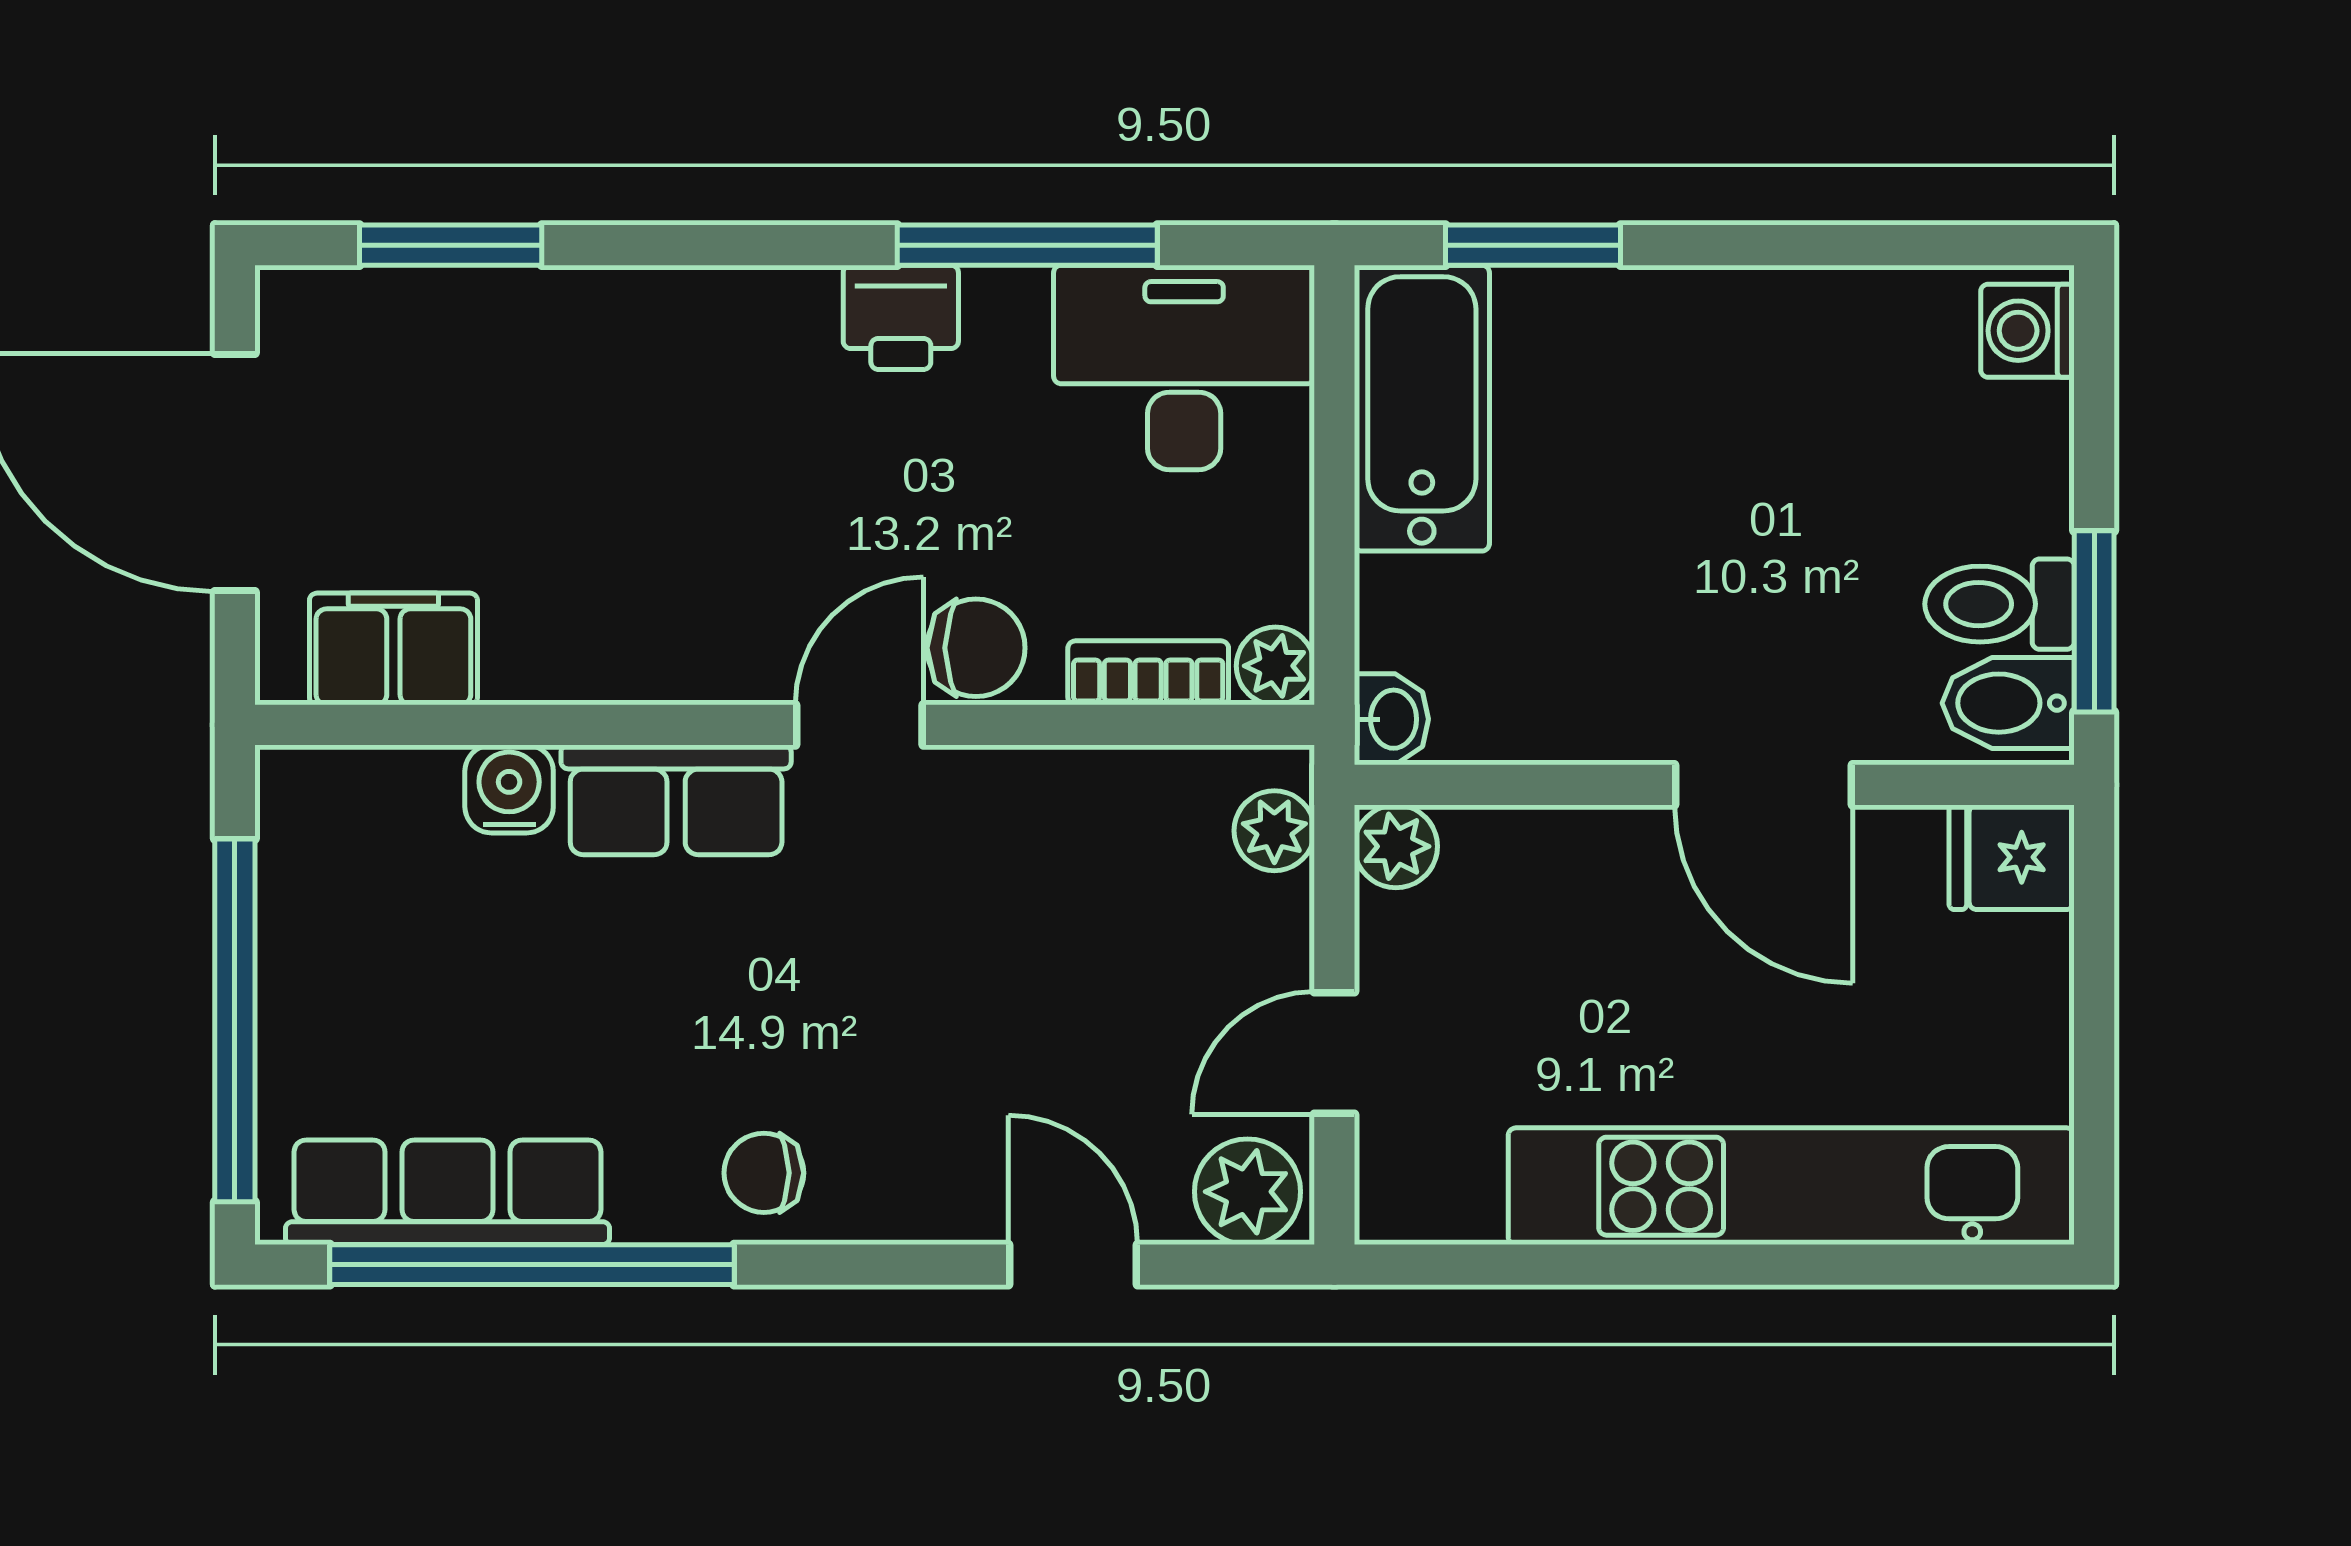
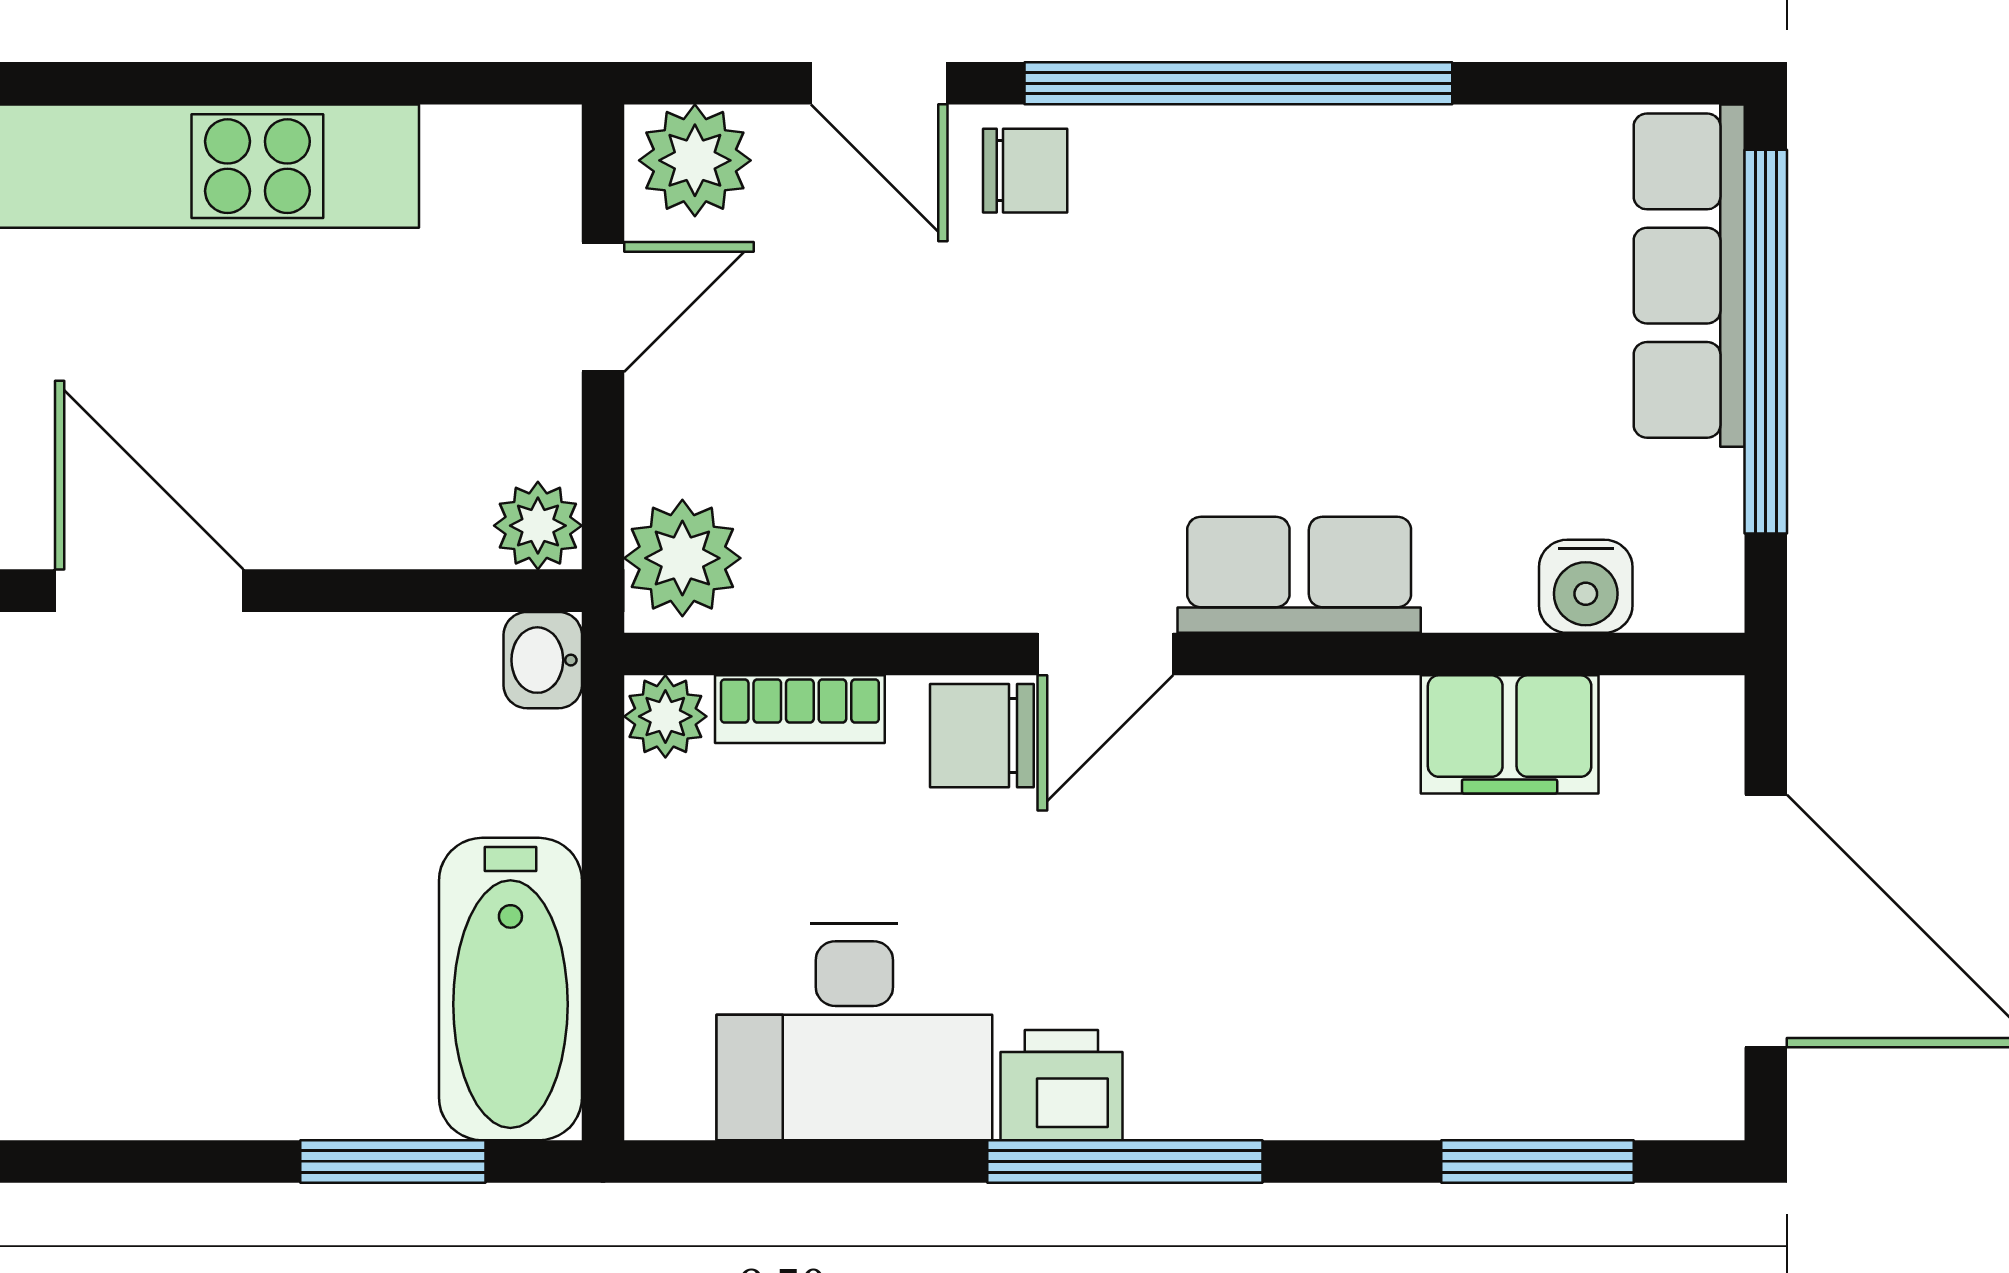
window: (1027, 245) -> (1125, 1161), moved
desk: (1184, 367) -> (854, 1032), moved
filing cabinet: (393, 649) -> (1510, 734), moved
water cooler: (509, 789) -> (1586, 586), moved
plant: (1274, 831) -> (682, 558), width x1.38, depth x1.38
chair: (764, 1173) -> (1025, 171), moved
row of seats: (447, 1192) -> (1689, 276), moved, turned 90
window: (532, 1265) -> (1238, 83), moved

